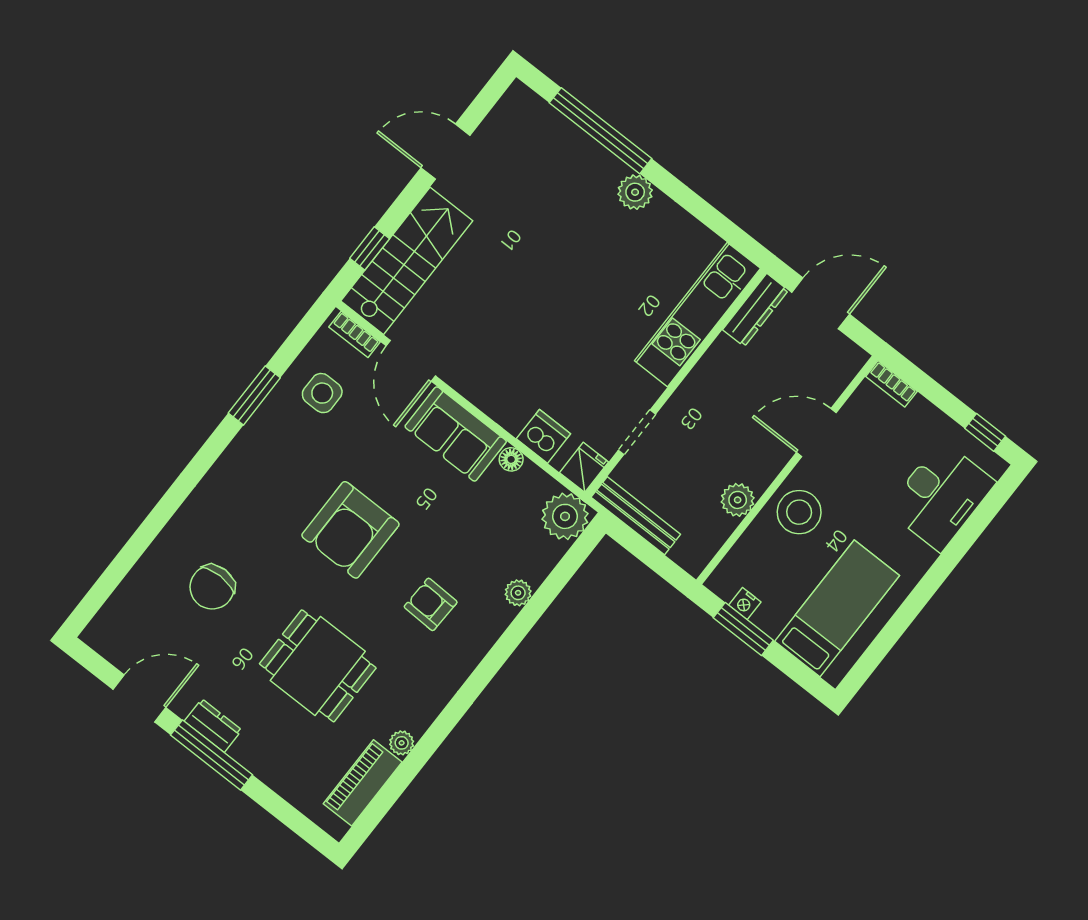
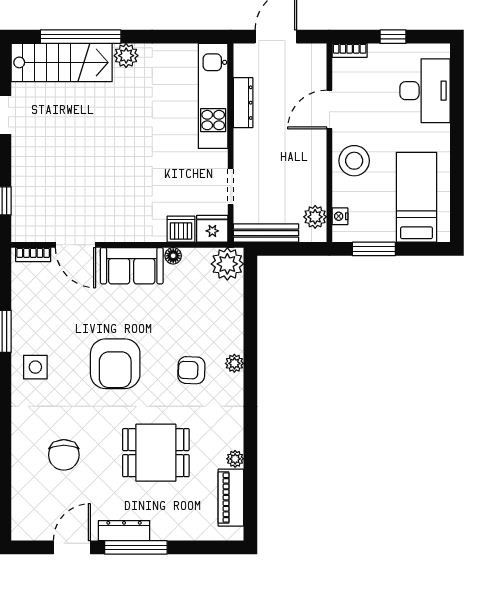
stairs: (407, 261) -> (62, 62), moved, turned 90
dresser: (756, 310) -> (243, 103), moved
side table: (322, 393) -> (35, 367), moved
window: (985, 432) -> (393, 37), moved
fridge: (584, 467) -> (212, 229), width x1.38
plant: (738, 500) -> (315, 217), moved
plant: (518, 593) -> (234, 363), moved
nightstand: (745, 604) -> (340, 216), moved, turned 90
dresser: (213, 726) -> (124, 531), width x1.44

